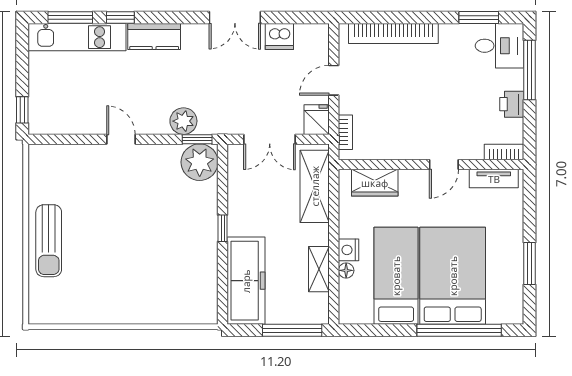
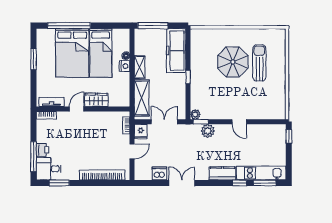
printer: (512, 104) -> (42, 150), moved
plant: (200, 162) -> (195, 114), width x0.53, depth x0.53
wardrobe: (375, 183) -> (96, 100), moved
sun lounger: (49, 241) -> (259, 63), moved
parasol: (133, 258) -> (233, 62), added
shelving: (319, 269) -> (140, 67), moved

